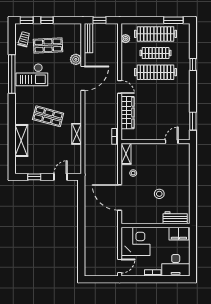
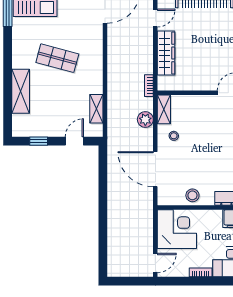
door: (120, 87) -> (155, 18), hinge flipped
shelving: (77, 134) -> (96, 109), moved
plant: (112, 161) -> (145, 119), added
stool: (159, 194) -> (192, 195), moved

